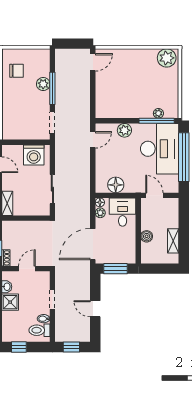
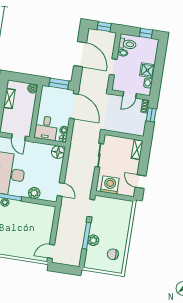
door: (93, 140) -> (61, 189), swing flipped
floor lamp: (116, 185) -> (58, 152), moved
boiler: (147, 236) -> (33, 88), moved
door: (93, 244) -> (74, 106), hinge flipped
door: (95, 309) -> (80, 54), width x1.88

